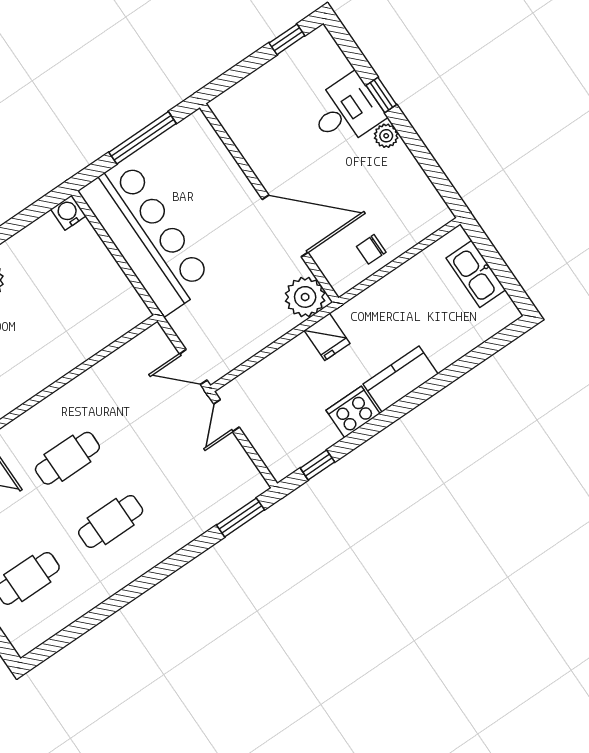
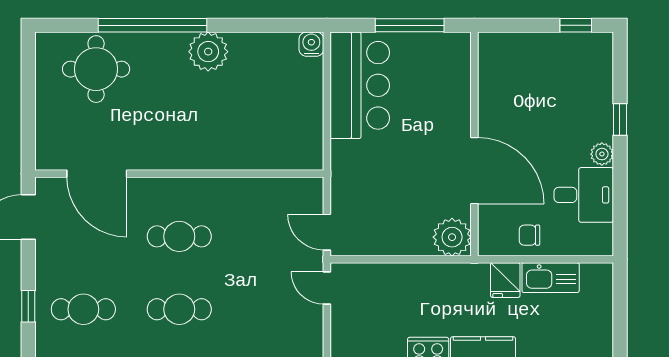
desk: (346, 111) -> (584, 195), moved
bar counter: (146, 237) -> (360, 85), width x0.73
kitchen sink: (476, 274) -> (551, 278), moved, turned -90
fridge: (327, 337) -> (505, 280), moved
door: (226, 416) -> (327, 288), hinge flipped

